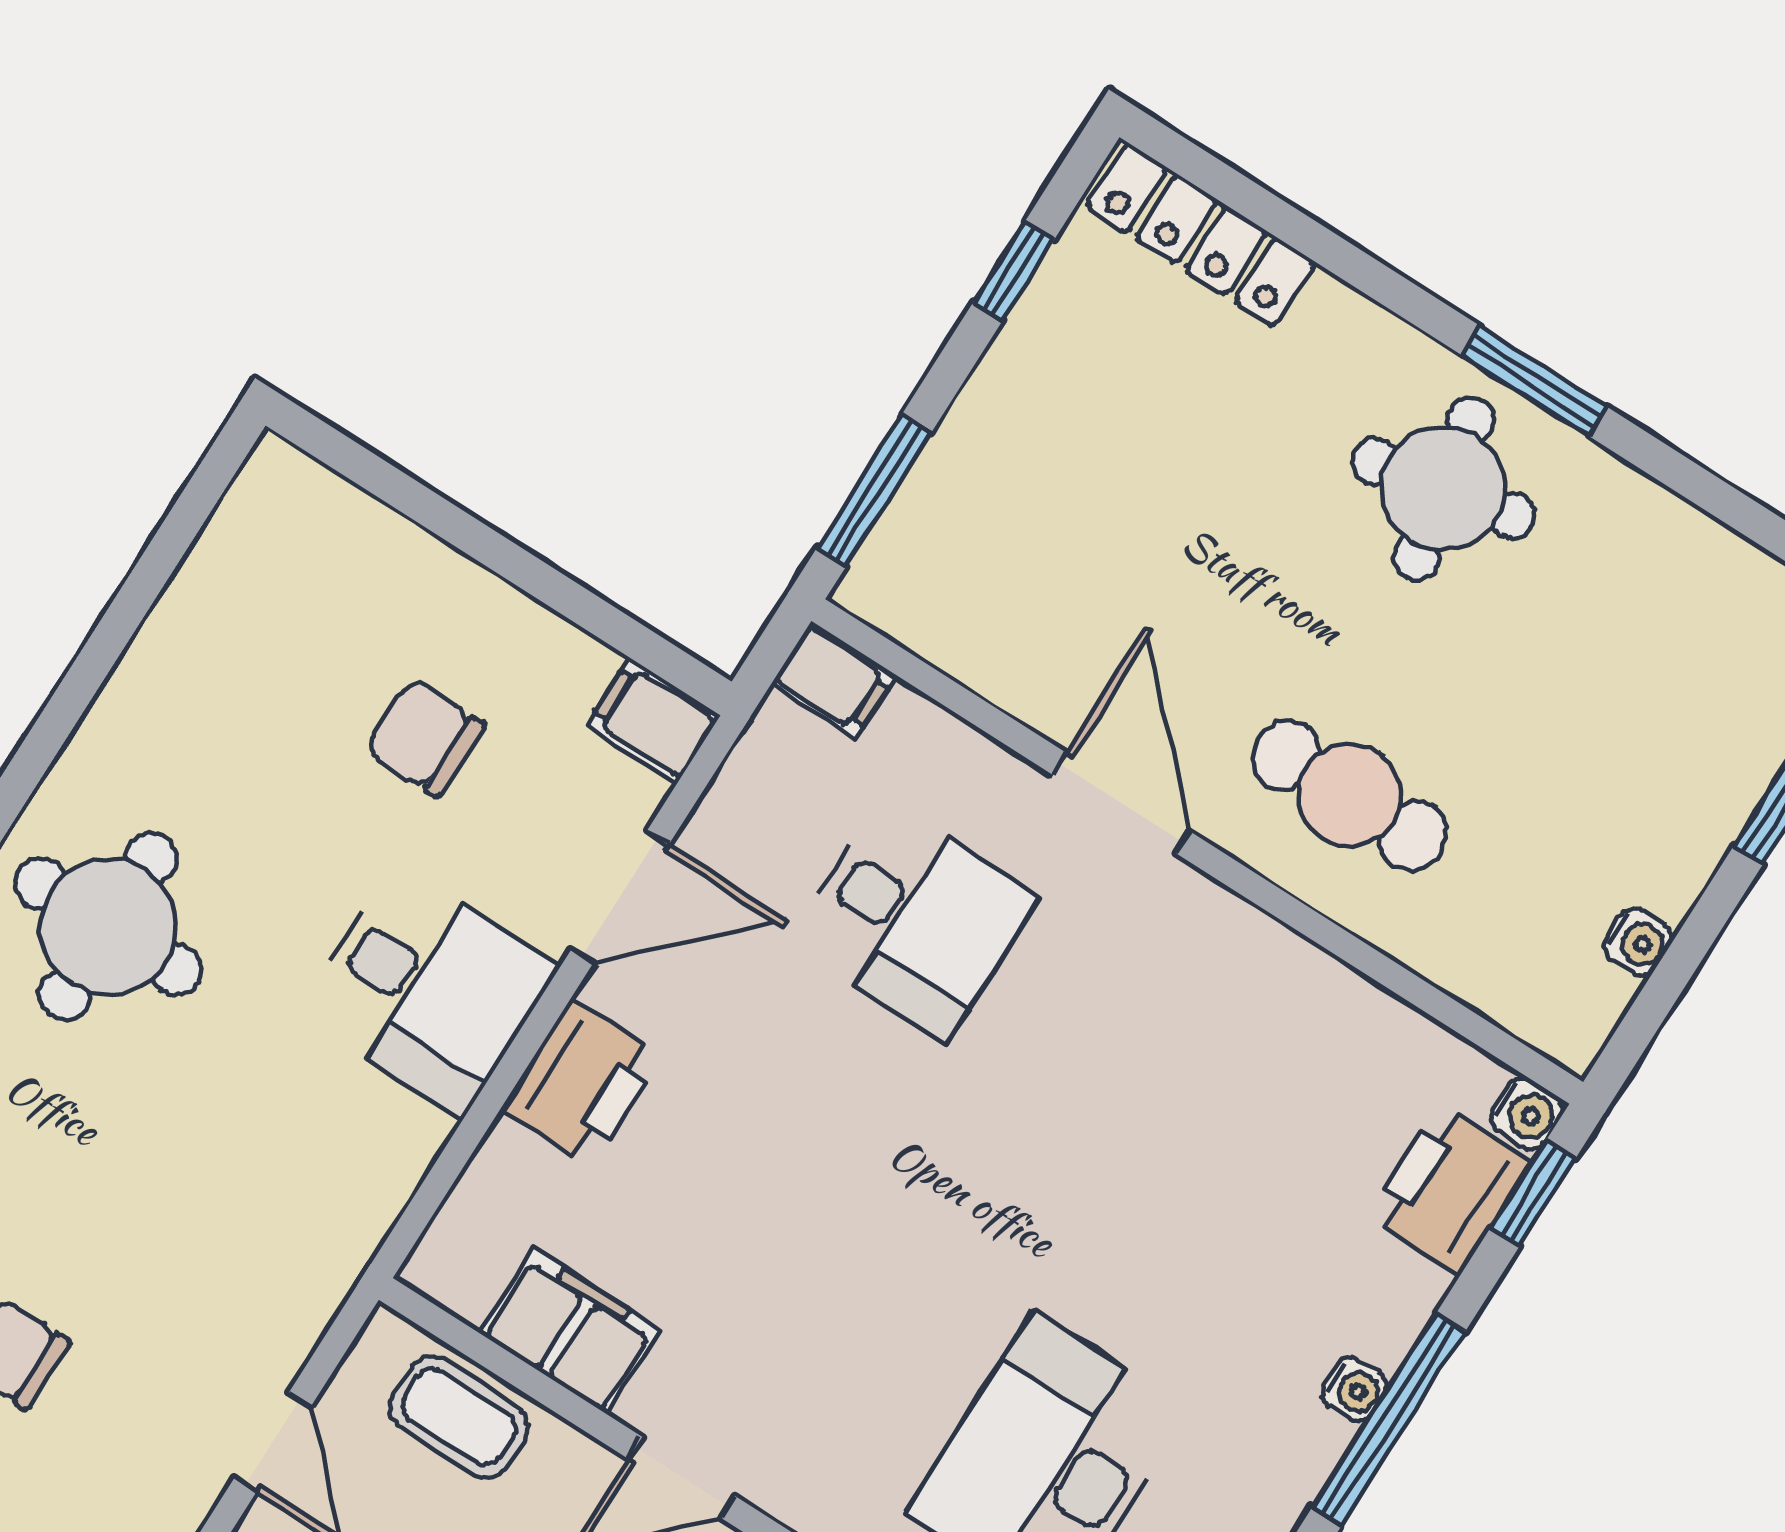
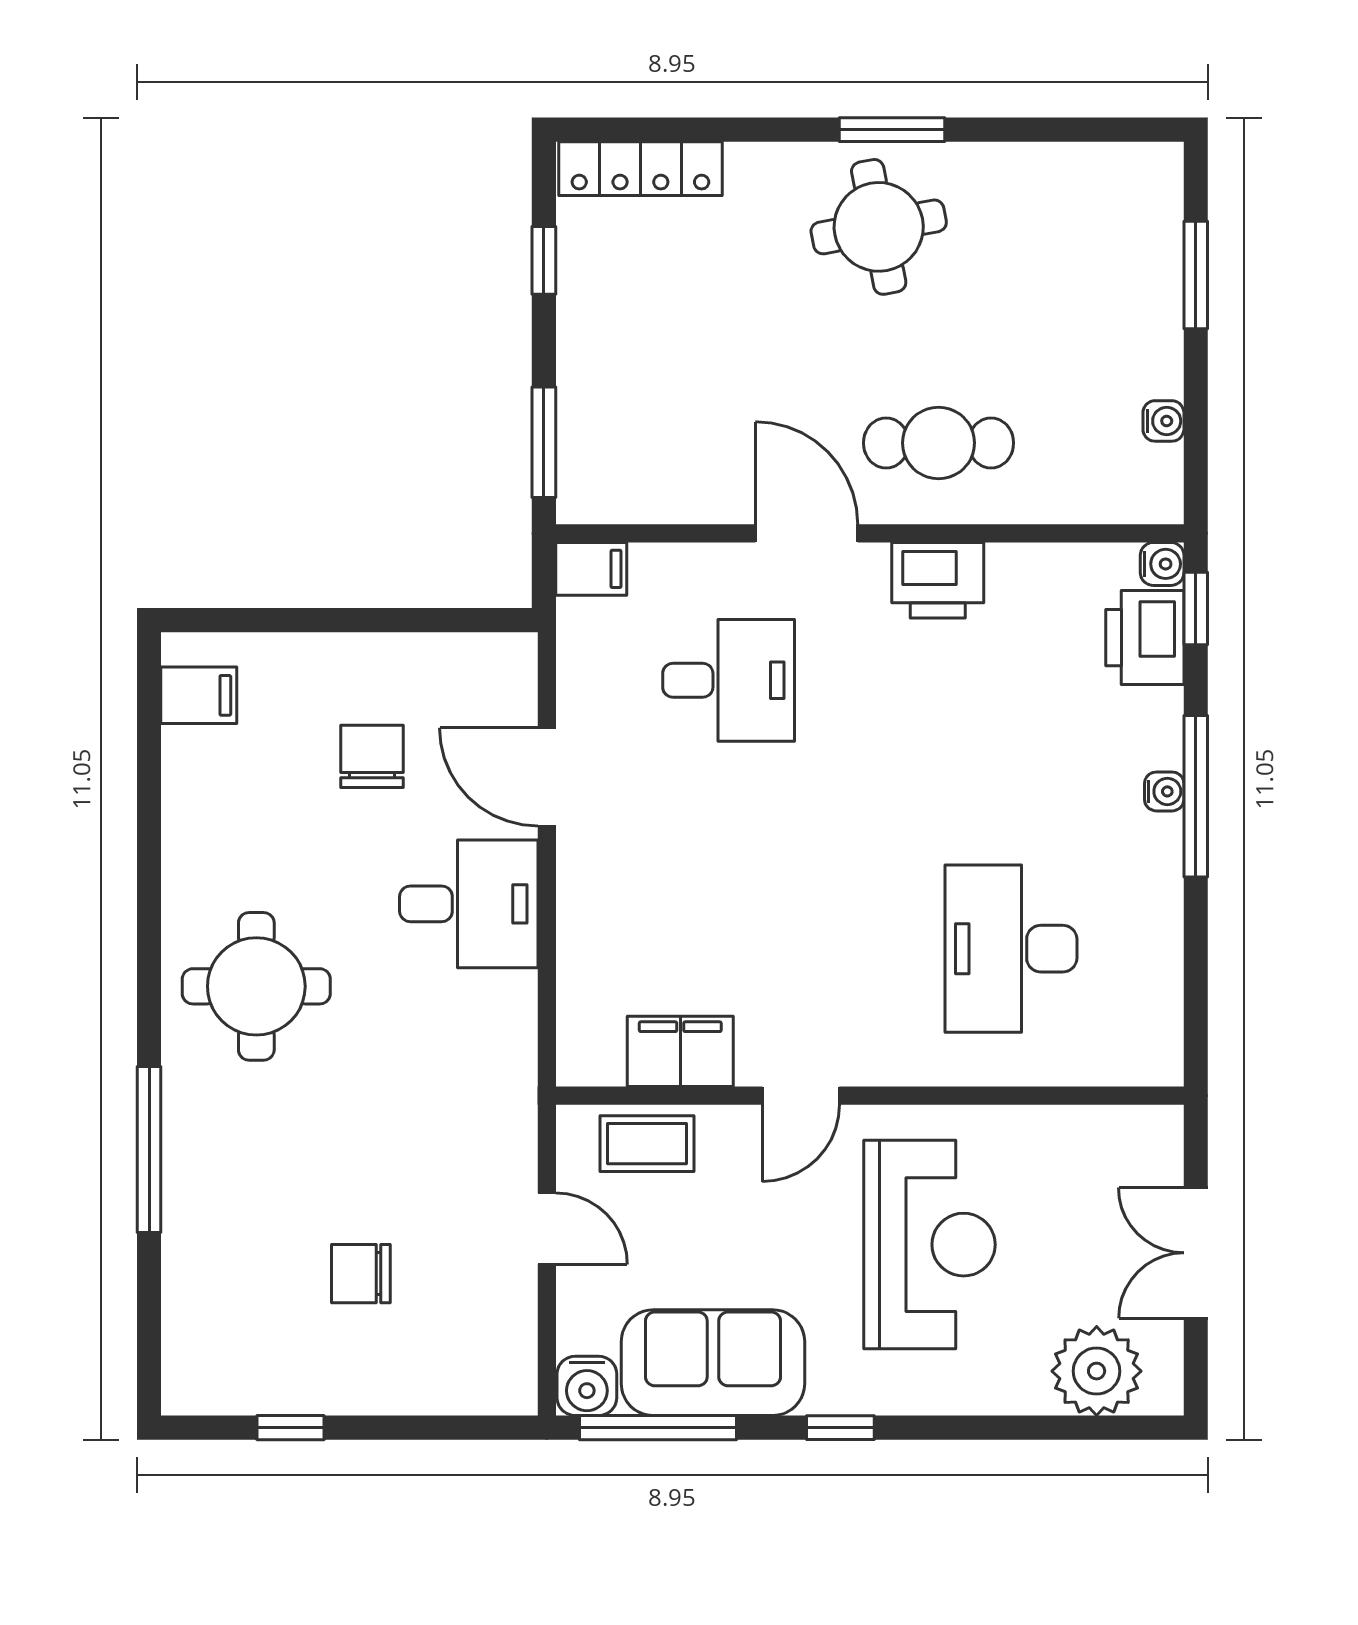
filing cabinet: (653, 720) -> (199, 695), moved, turned 180
chair: (425, 738) -> (372, 756), turned 90
door: (620, 897) -> (547, 777), swing flipped
printer: (581, 1082) -> (938, 580), moved, turned 90

